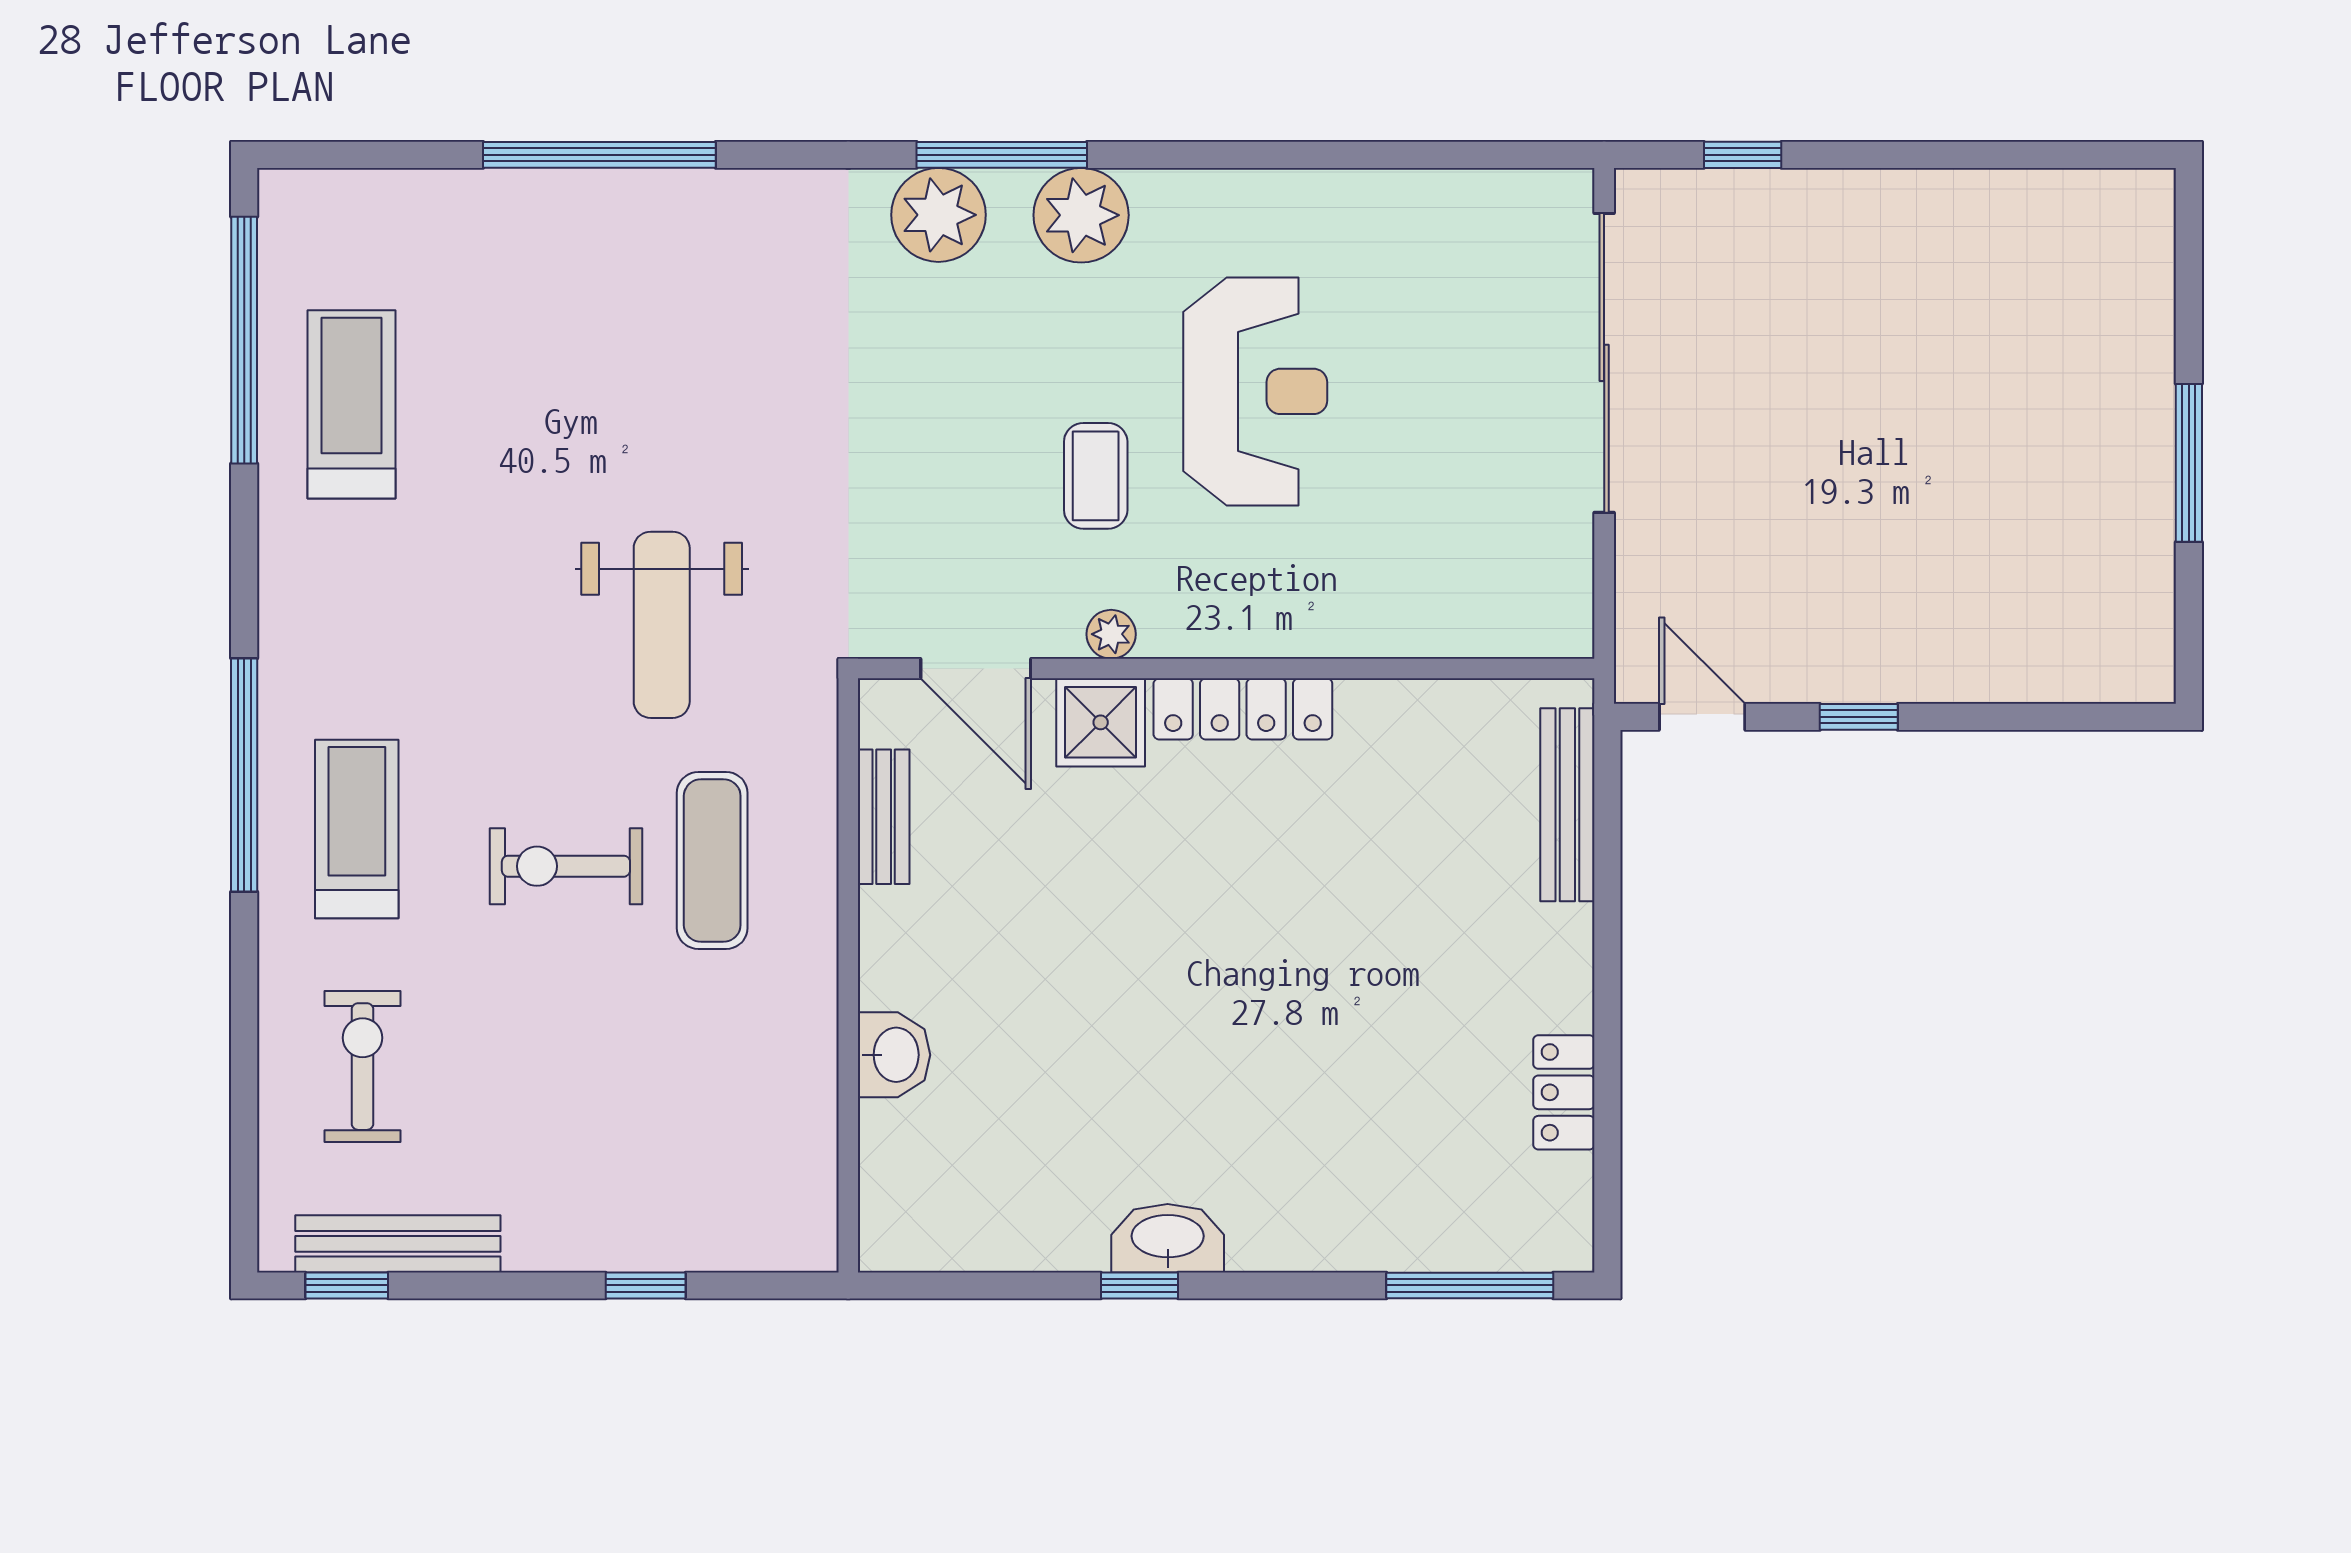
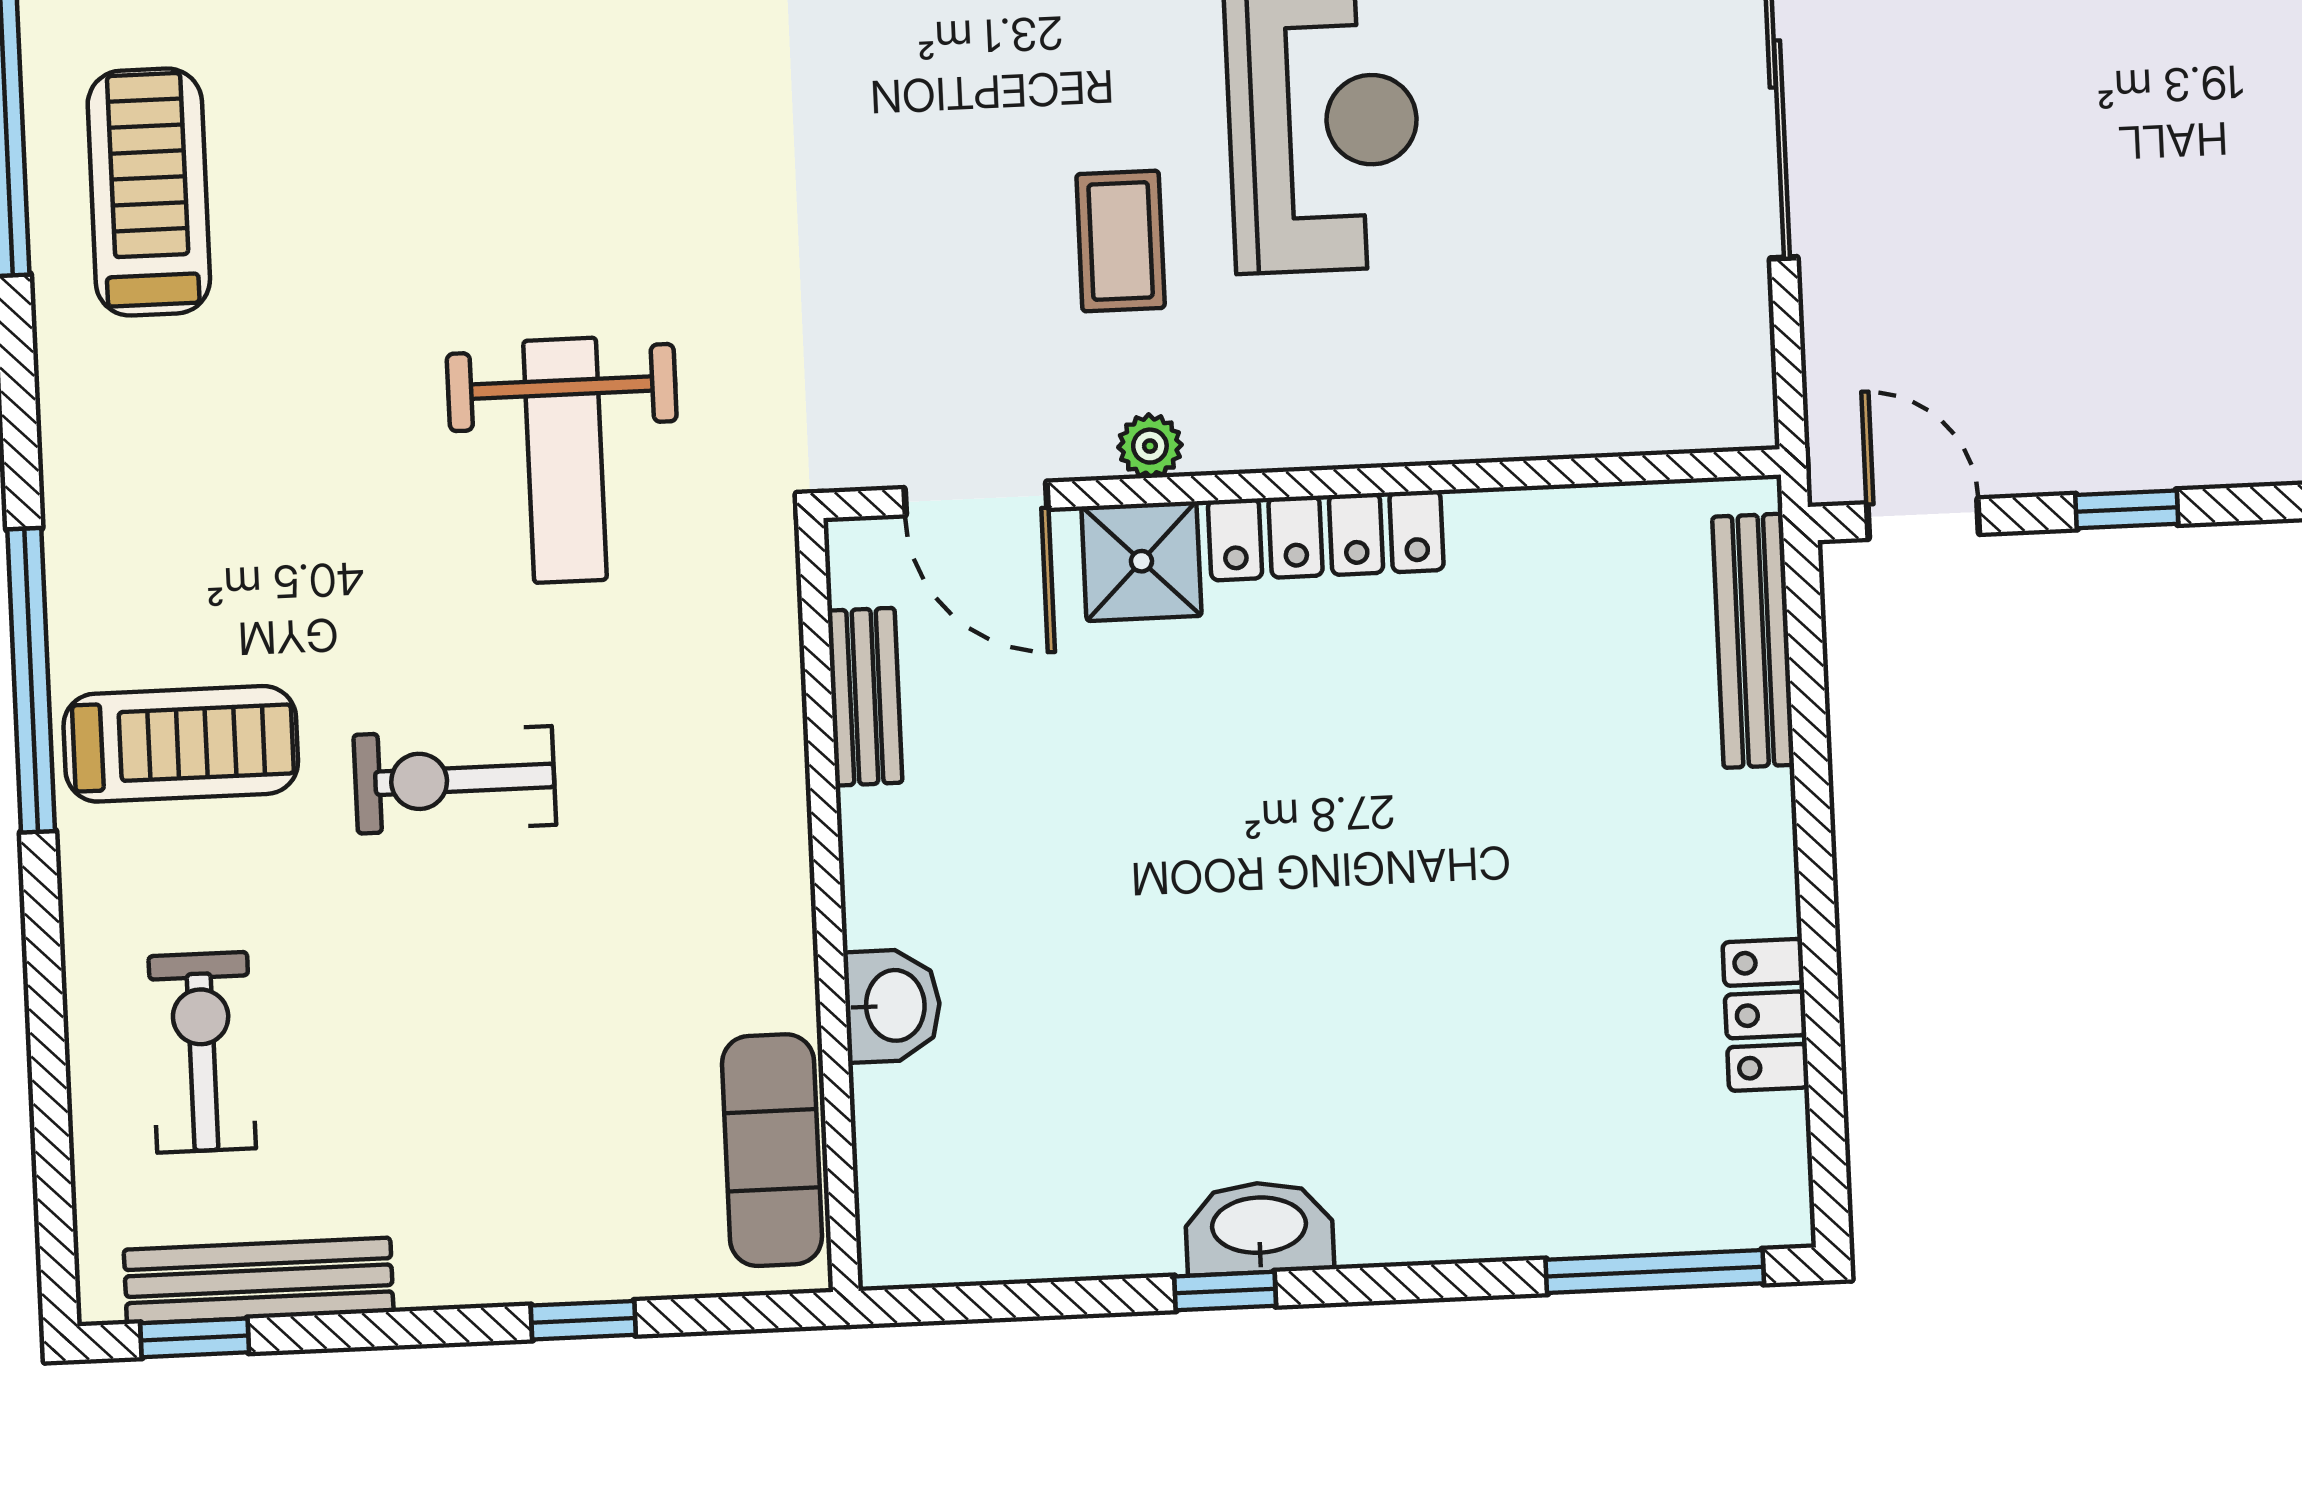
treadmill: (357, 829) -> (181, 744), turned 90
exercise mat: (712, 860) -> (772, 1150), moved

